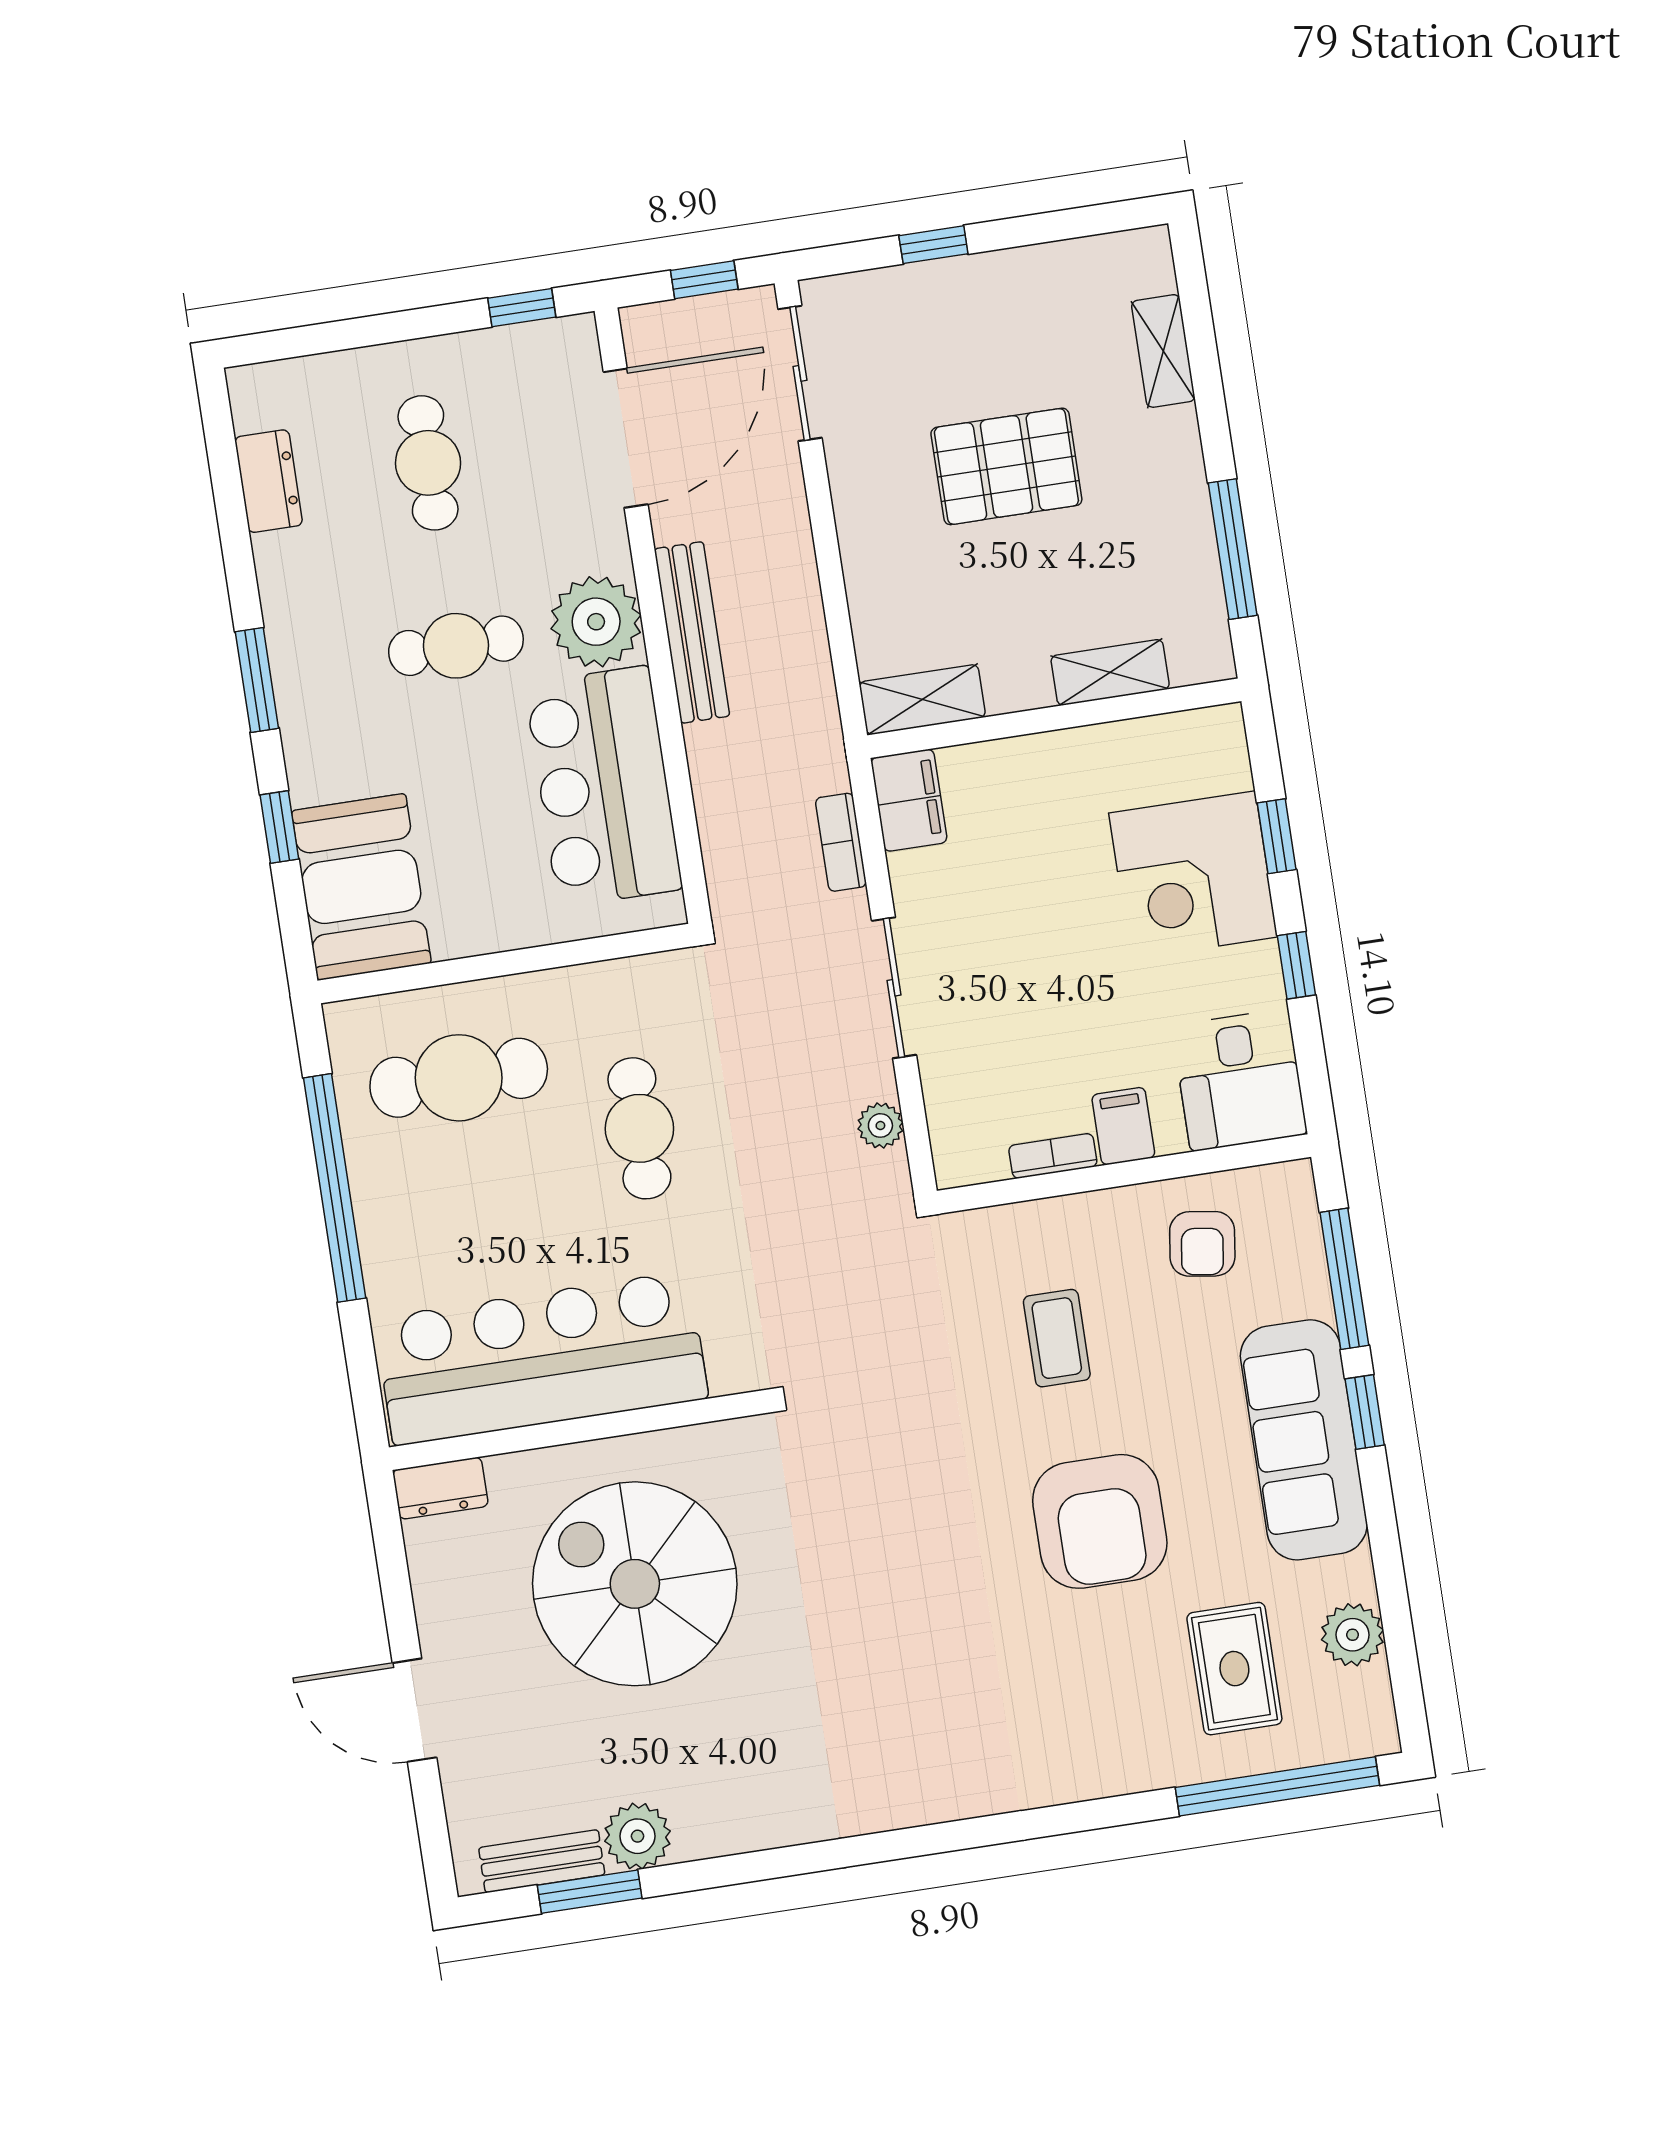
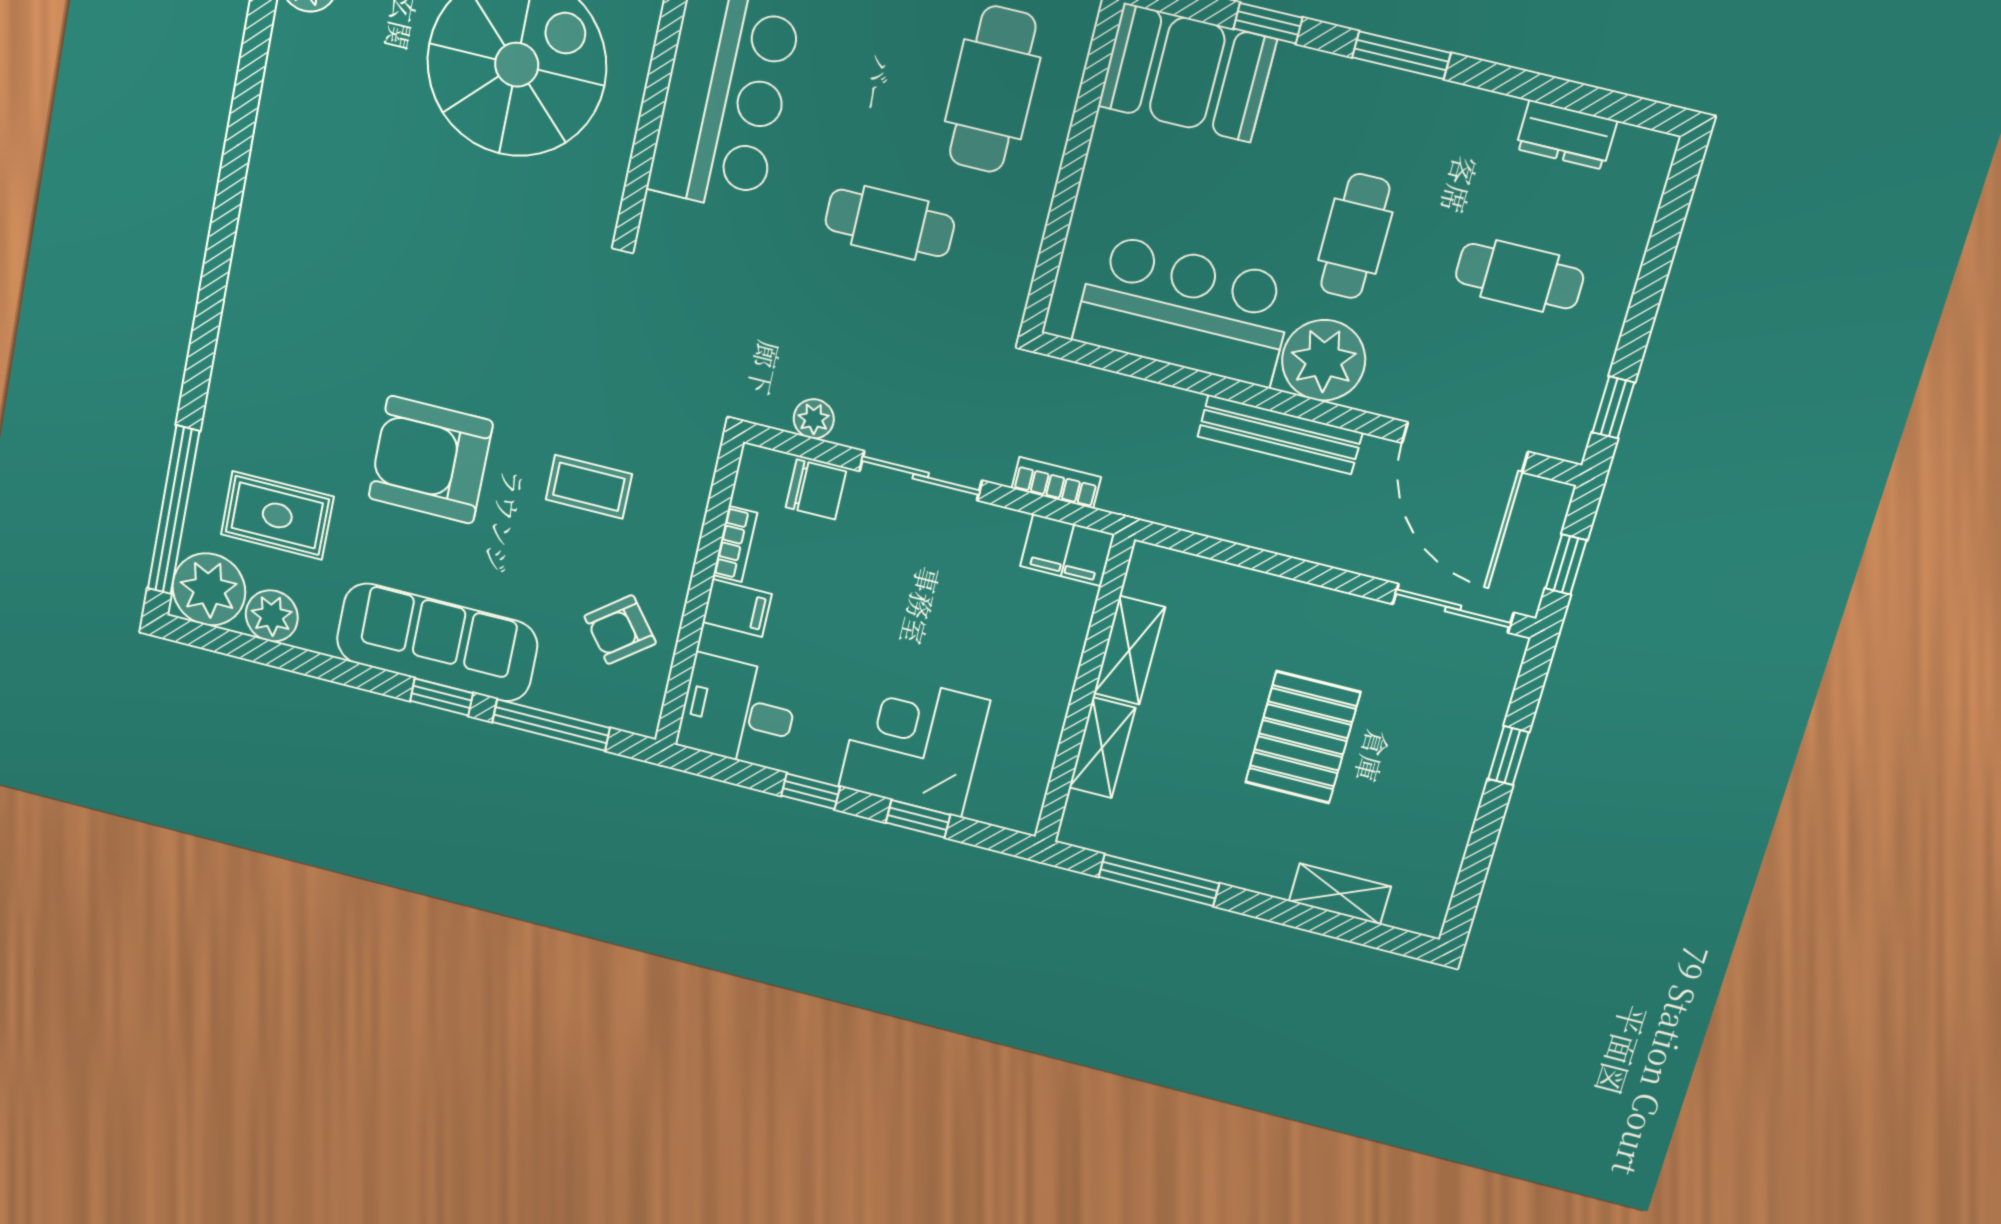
shelving: (922, 700) -> (1129, 650), moved
chair: (956, 1093) -> (816, 489), added
armchair: (1202, 1244) -> (620, 630), turned -46
plant: (1352, 1716) -> (209, 589), added

